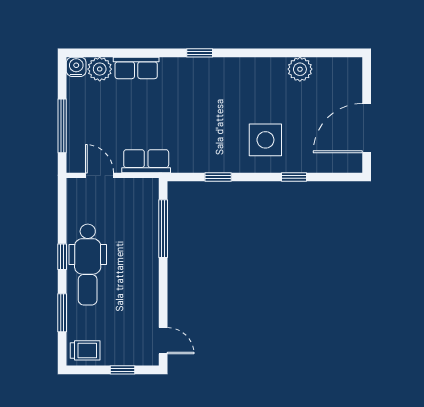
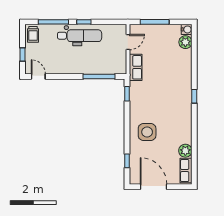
row of seats: (136, 68) -> (186, 171), moved
window: (218, 177) -> (127, 94), moved
window: (294, 177) -> (127, 161), moved
dental chair: (88, 265) -> (80, 36), turned 180
window: (62, 313) -> (53, 22), width x1.44
door: (163, 341) -> (38, 77), swing flipped

